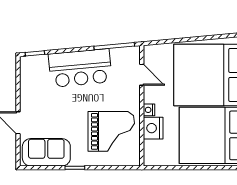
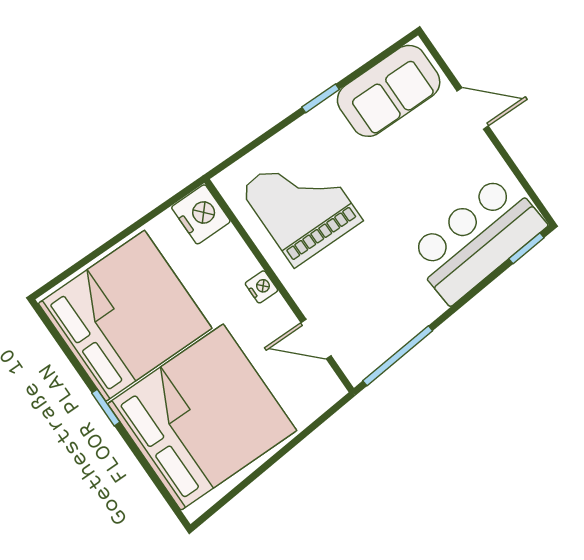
bar counter: (80, 68) -> (477, 239), moved
nightstand: (153, 128) -> (201, 214), moved
grand piano: (111, 131) -> (301, 205), turned 90

